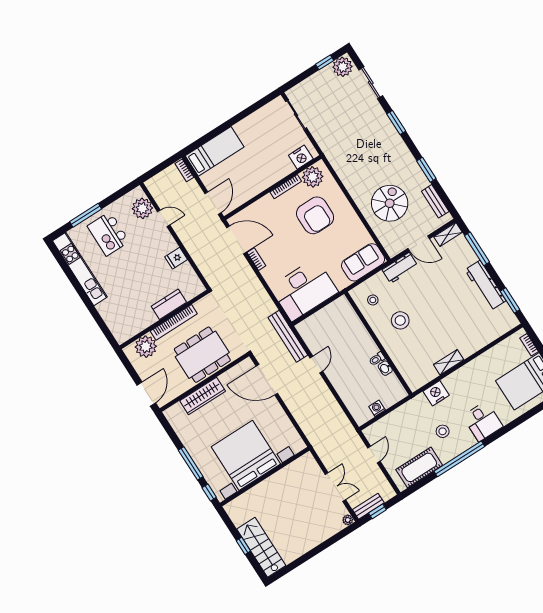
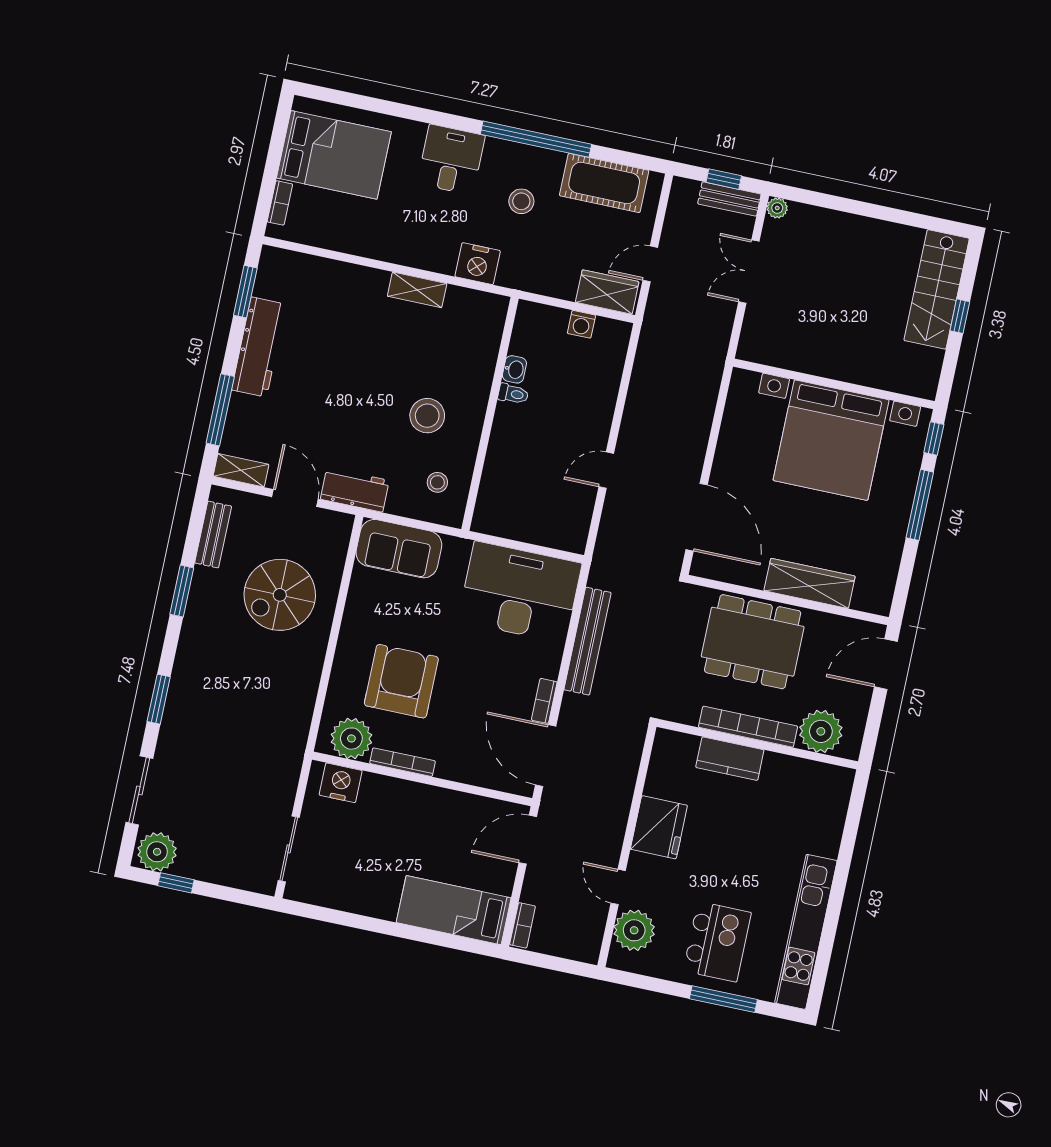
fridge: (176, 258) -> (659, 827), width x1.88, depth x1.34
bench: (288, 336) -> (588, 641), moved
wardrobe: (379, 429) -> (607, 292), added

